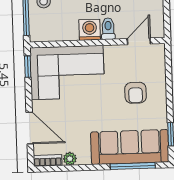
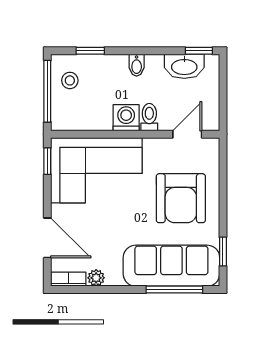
armchair: (136, 93) -> (181, 198), width x1.88, depth x1.88

